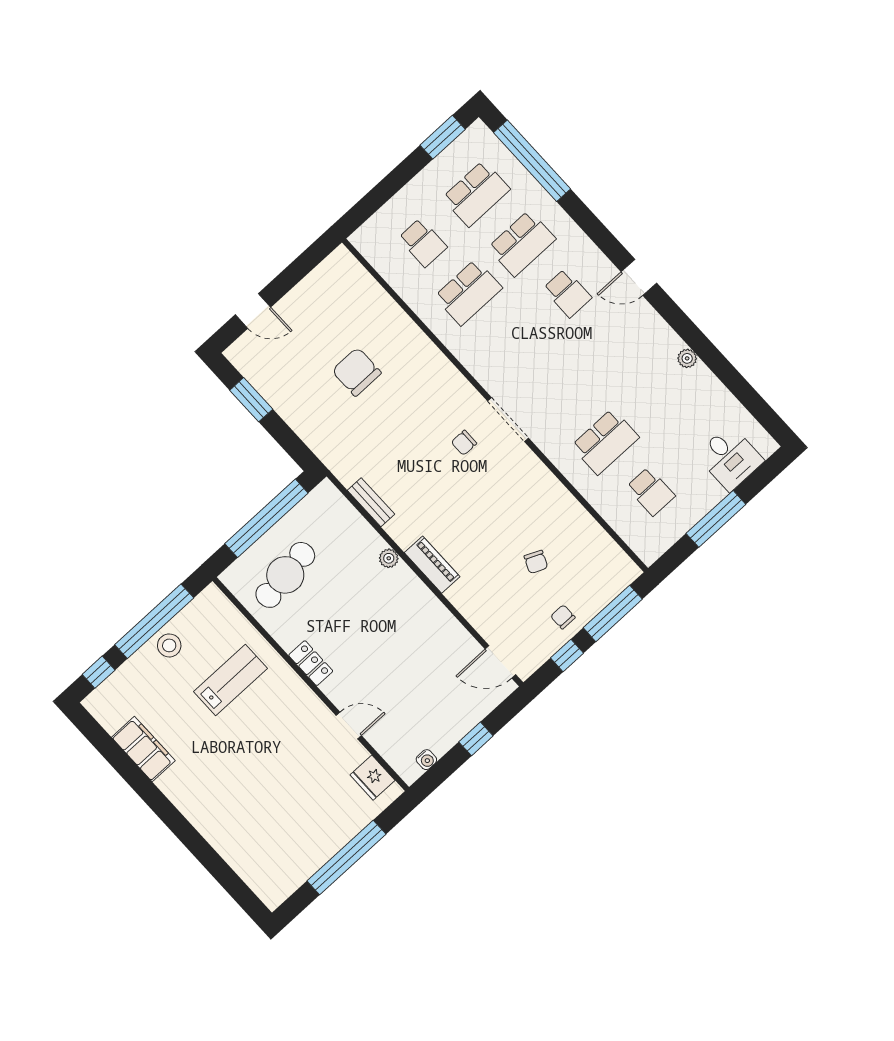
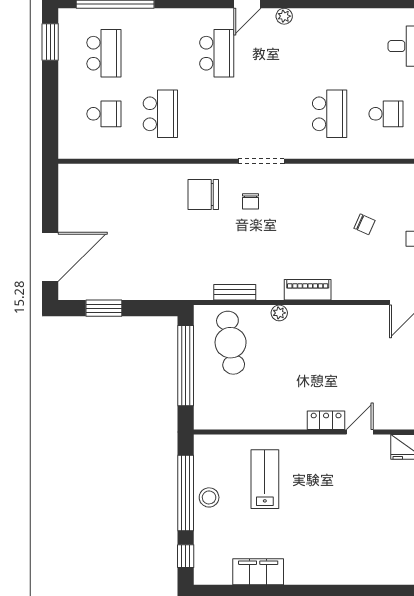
school desk: (522, 243) -> (160, 53), removed
school desk: (567, 293) -> (217, 53), width x1.85
door: (253, 311) -> (50, 257), width x1.87
plant: (687, 358) -> (284, 16), moved
chair: (357, 372) -> (203, 195), moved
cafe table: (285, 575) -> (231, 343), moved
locker: (311, 663) -> (326, 420), moved

